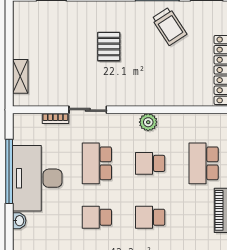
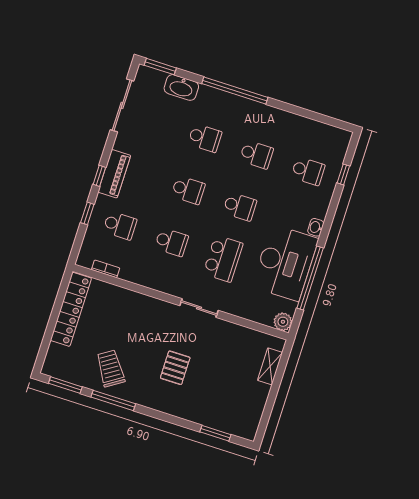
sliding door: (88, 110) -> (199, 308), moved
bookcase: (55, 118) -> (106, 269), moved
plant: (148, 122) -> (283, 322), moved
school desk: (204, 163) -> (120, 226), width x0.54

